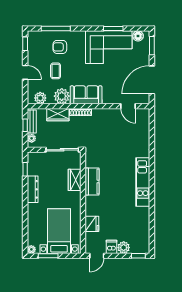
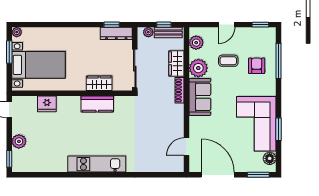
dresser: (33, 189) -> (116, 33), moved
dishwasher: (111, 247) -> (20, 127), removed

